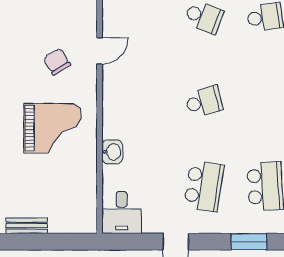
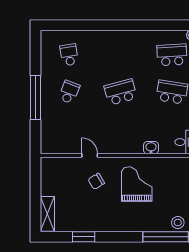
school desk: (204, 102) -> (121, 92), width x1.85

